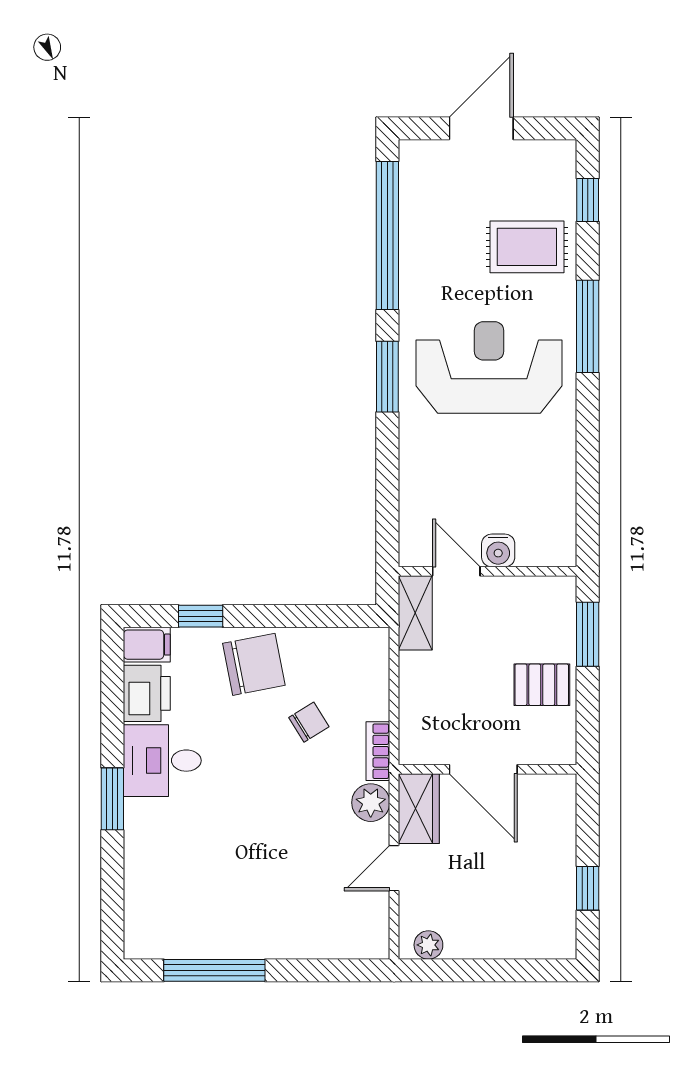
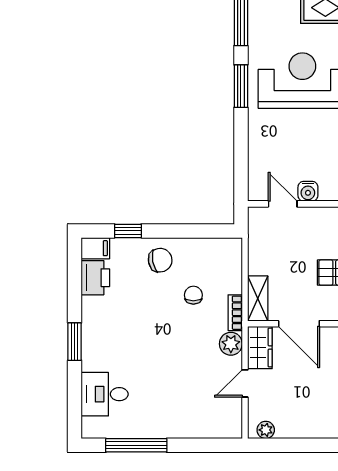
shelving: (415, 613) -> (258, 298), moved
chair: (254, 664) -> (160, 260), width x0.73, depth x0.73
chair: (309, 722) -> (193, 295), turned -58
desk: (162, 761) -> (105, 394), moved

